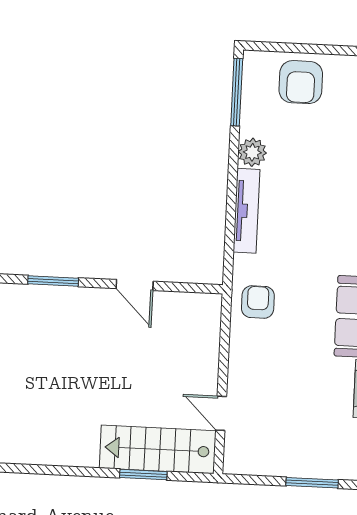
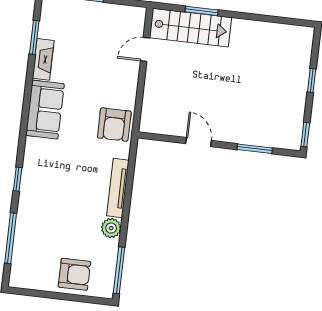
armchair: (301, 82) -> (74, 274), turned 90
armchair: (258, 302) -> (114, 125), width x1.38, depth x1.38
door: (221, 413) -> (145, 49), swing flipped

